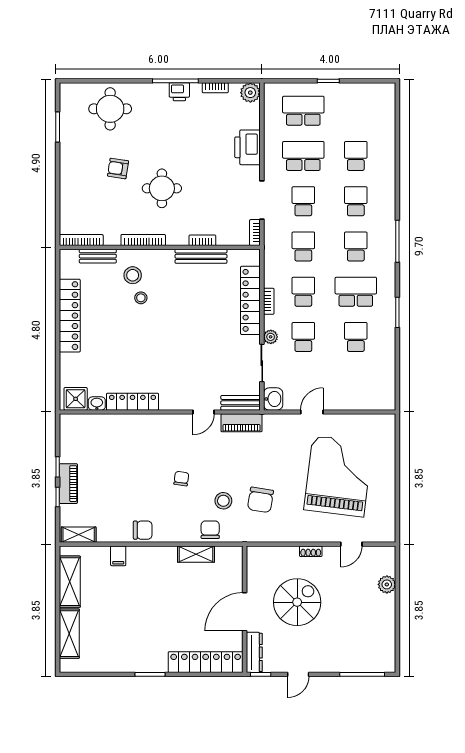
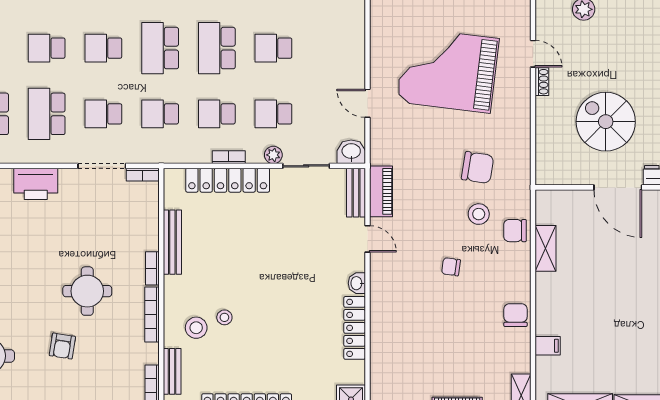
bookcase: (202, 240) -> (152, 268), moved
school desk: (356, 246) -> (160, 48), width x1.85
washbasin: (97, 403) -> (357, 283), moved
shoe rack: (311, 551) -> (542, 82), moved

